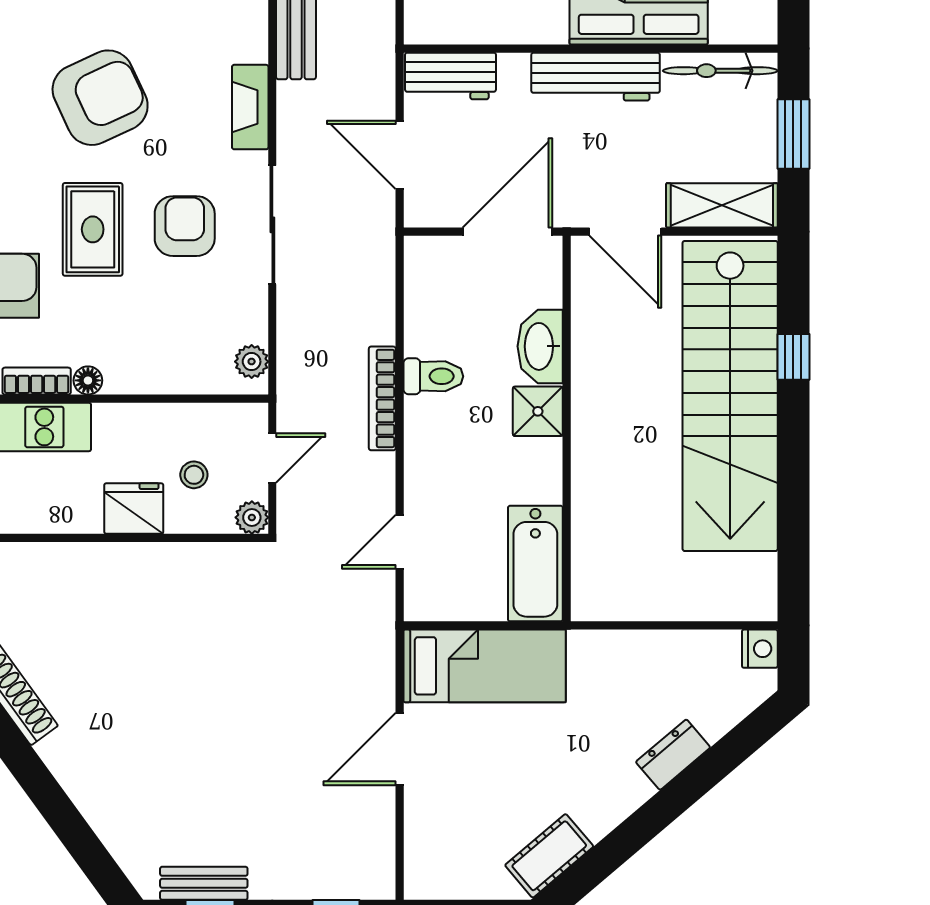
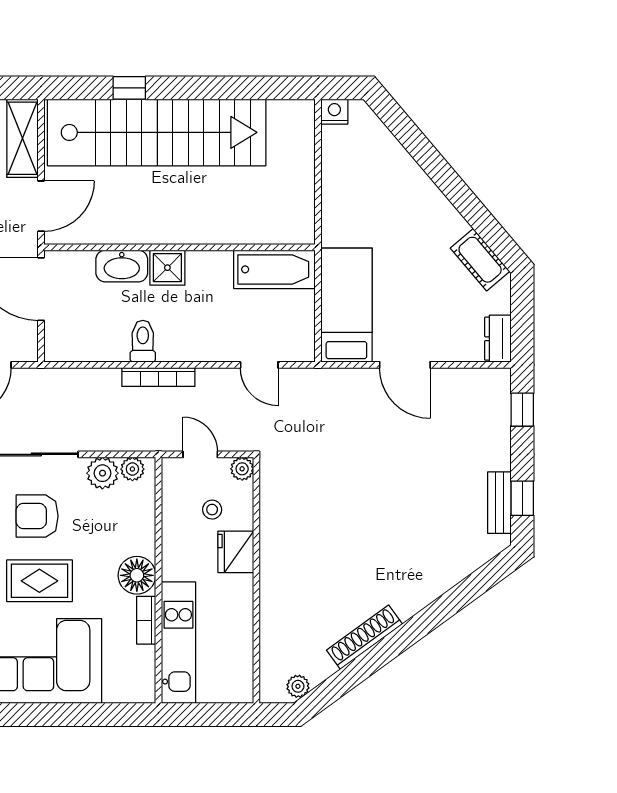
plant: (246, 319) -> (102, 473), added
floor lamp: (88, 380) -> (137, 575), width x1.89, depth x1.89
dresser: (673, 755) -> (498, 339), moved, turned 40

